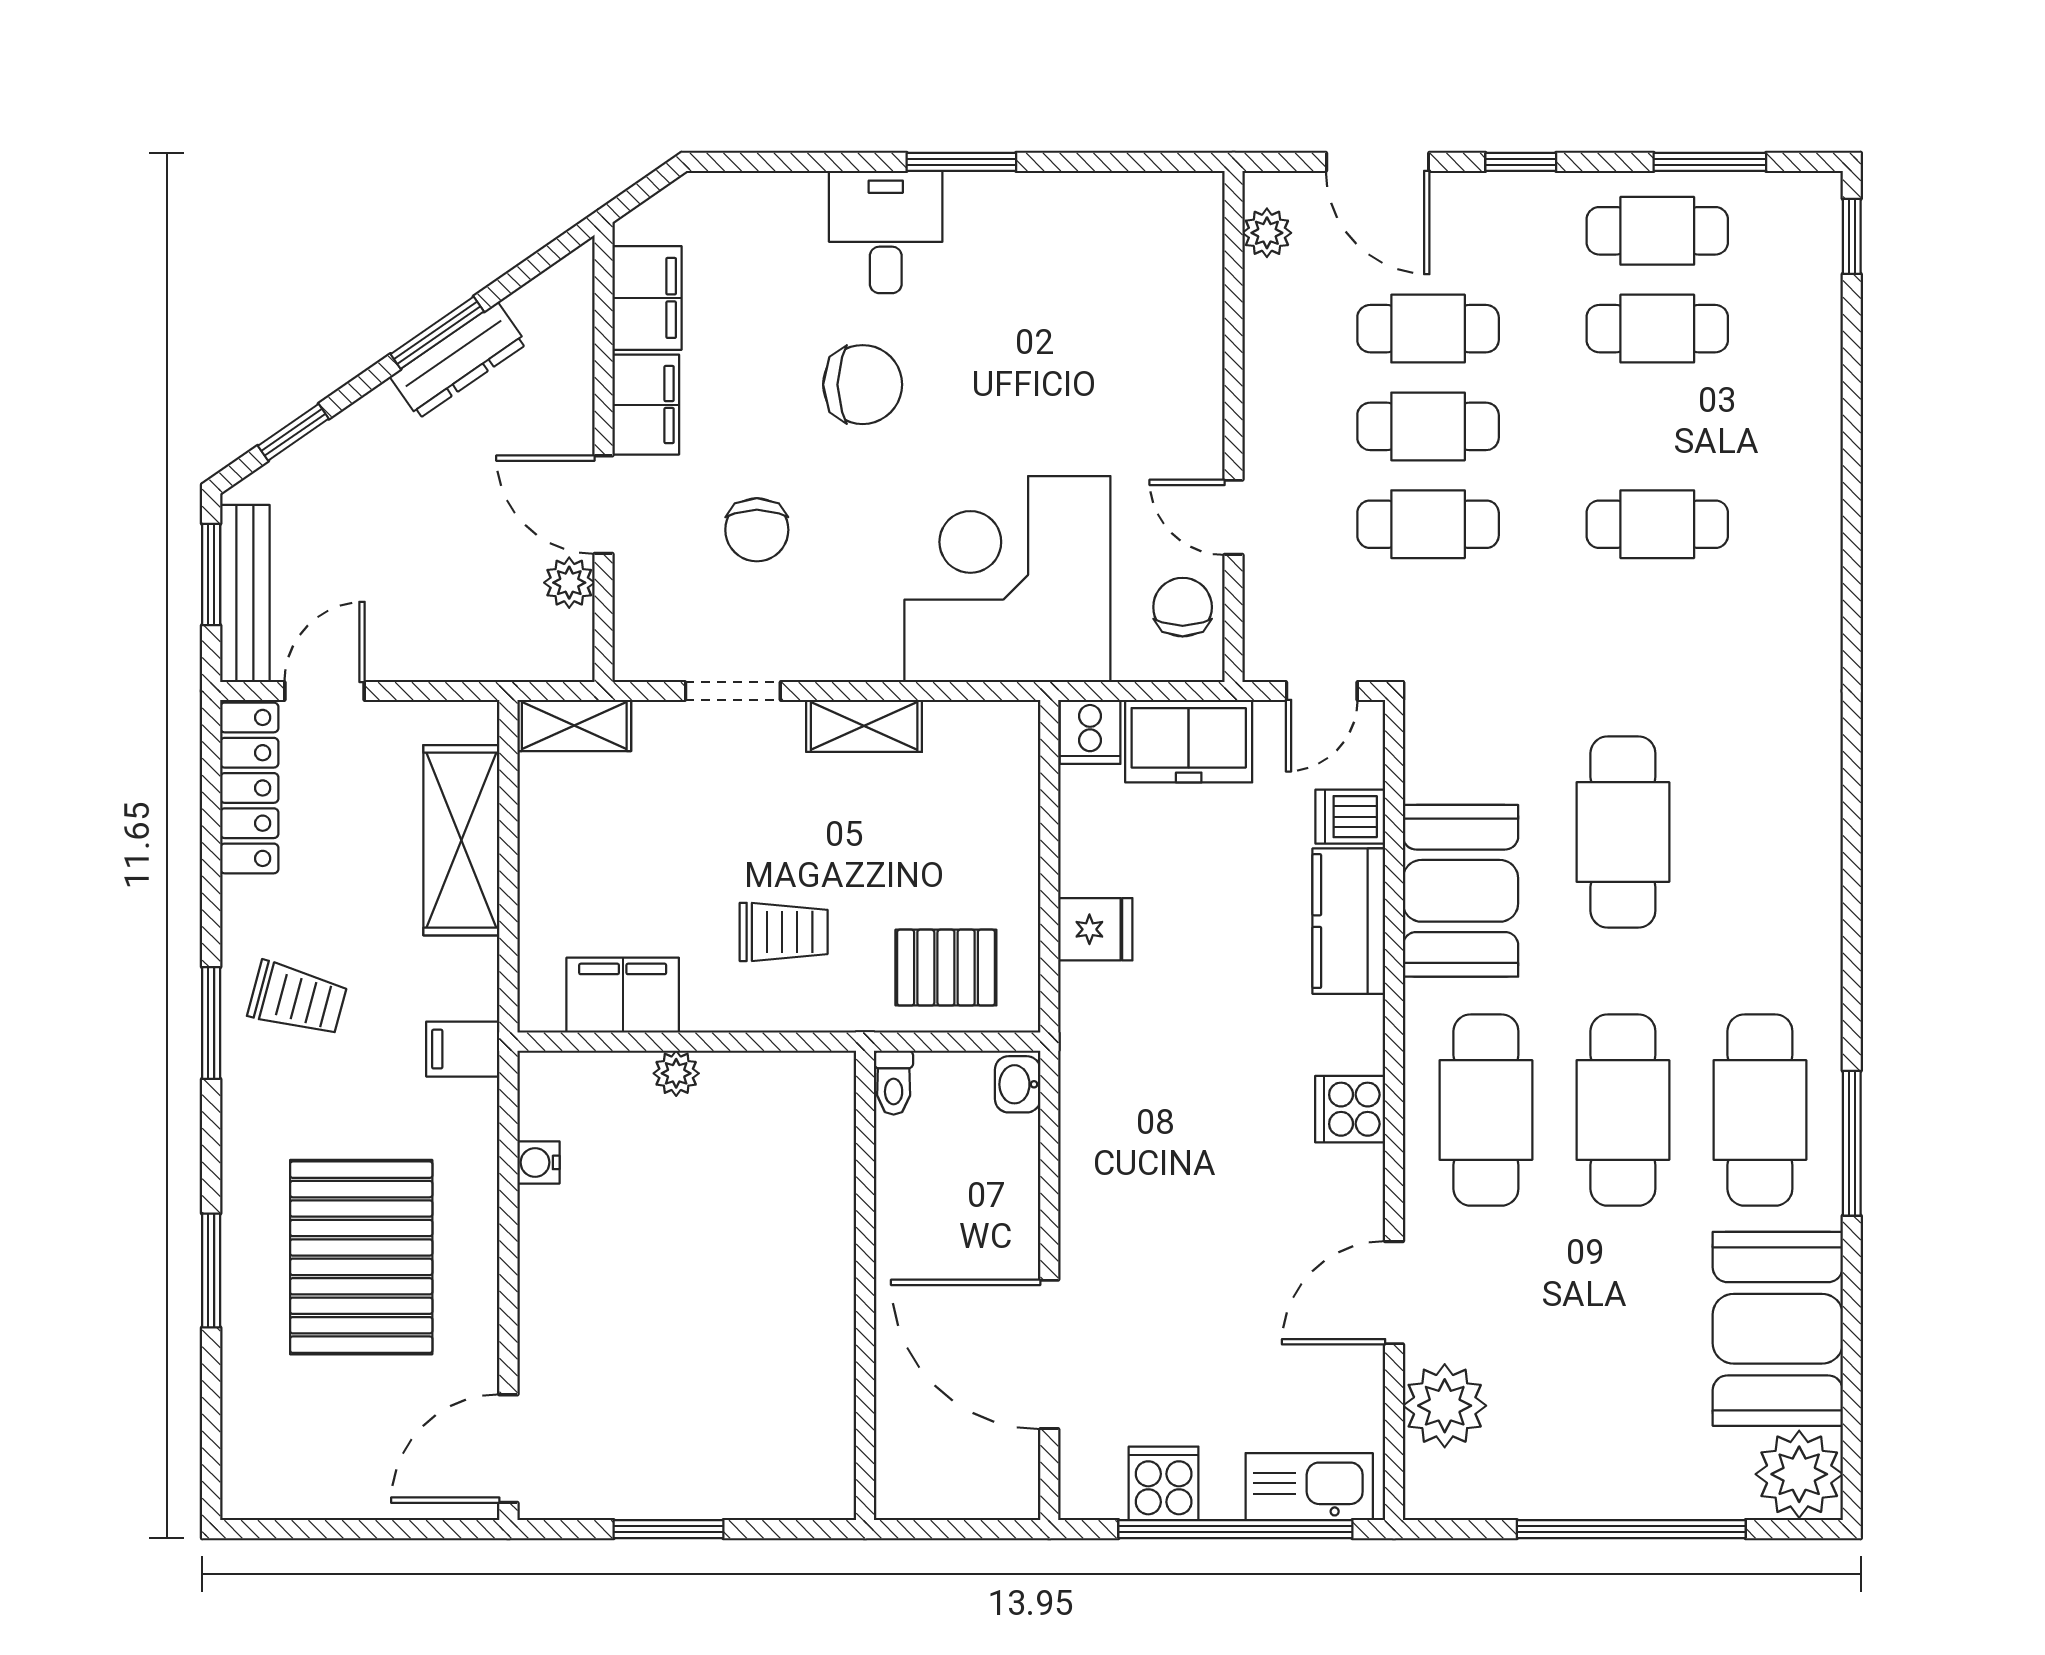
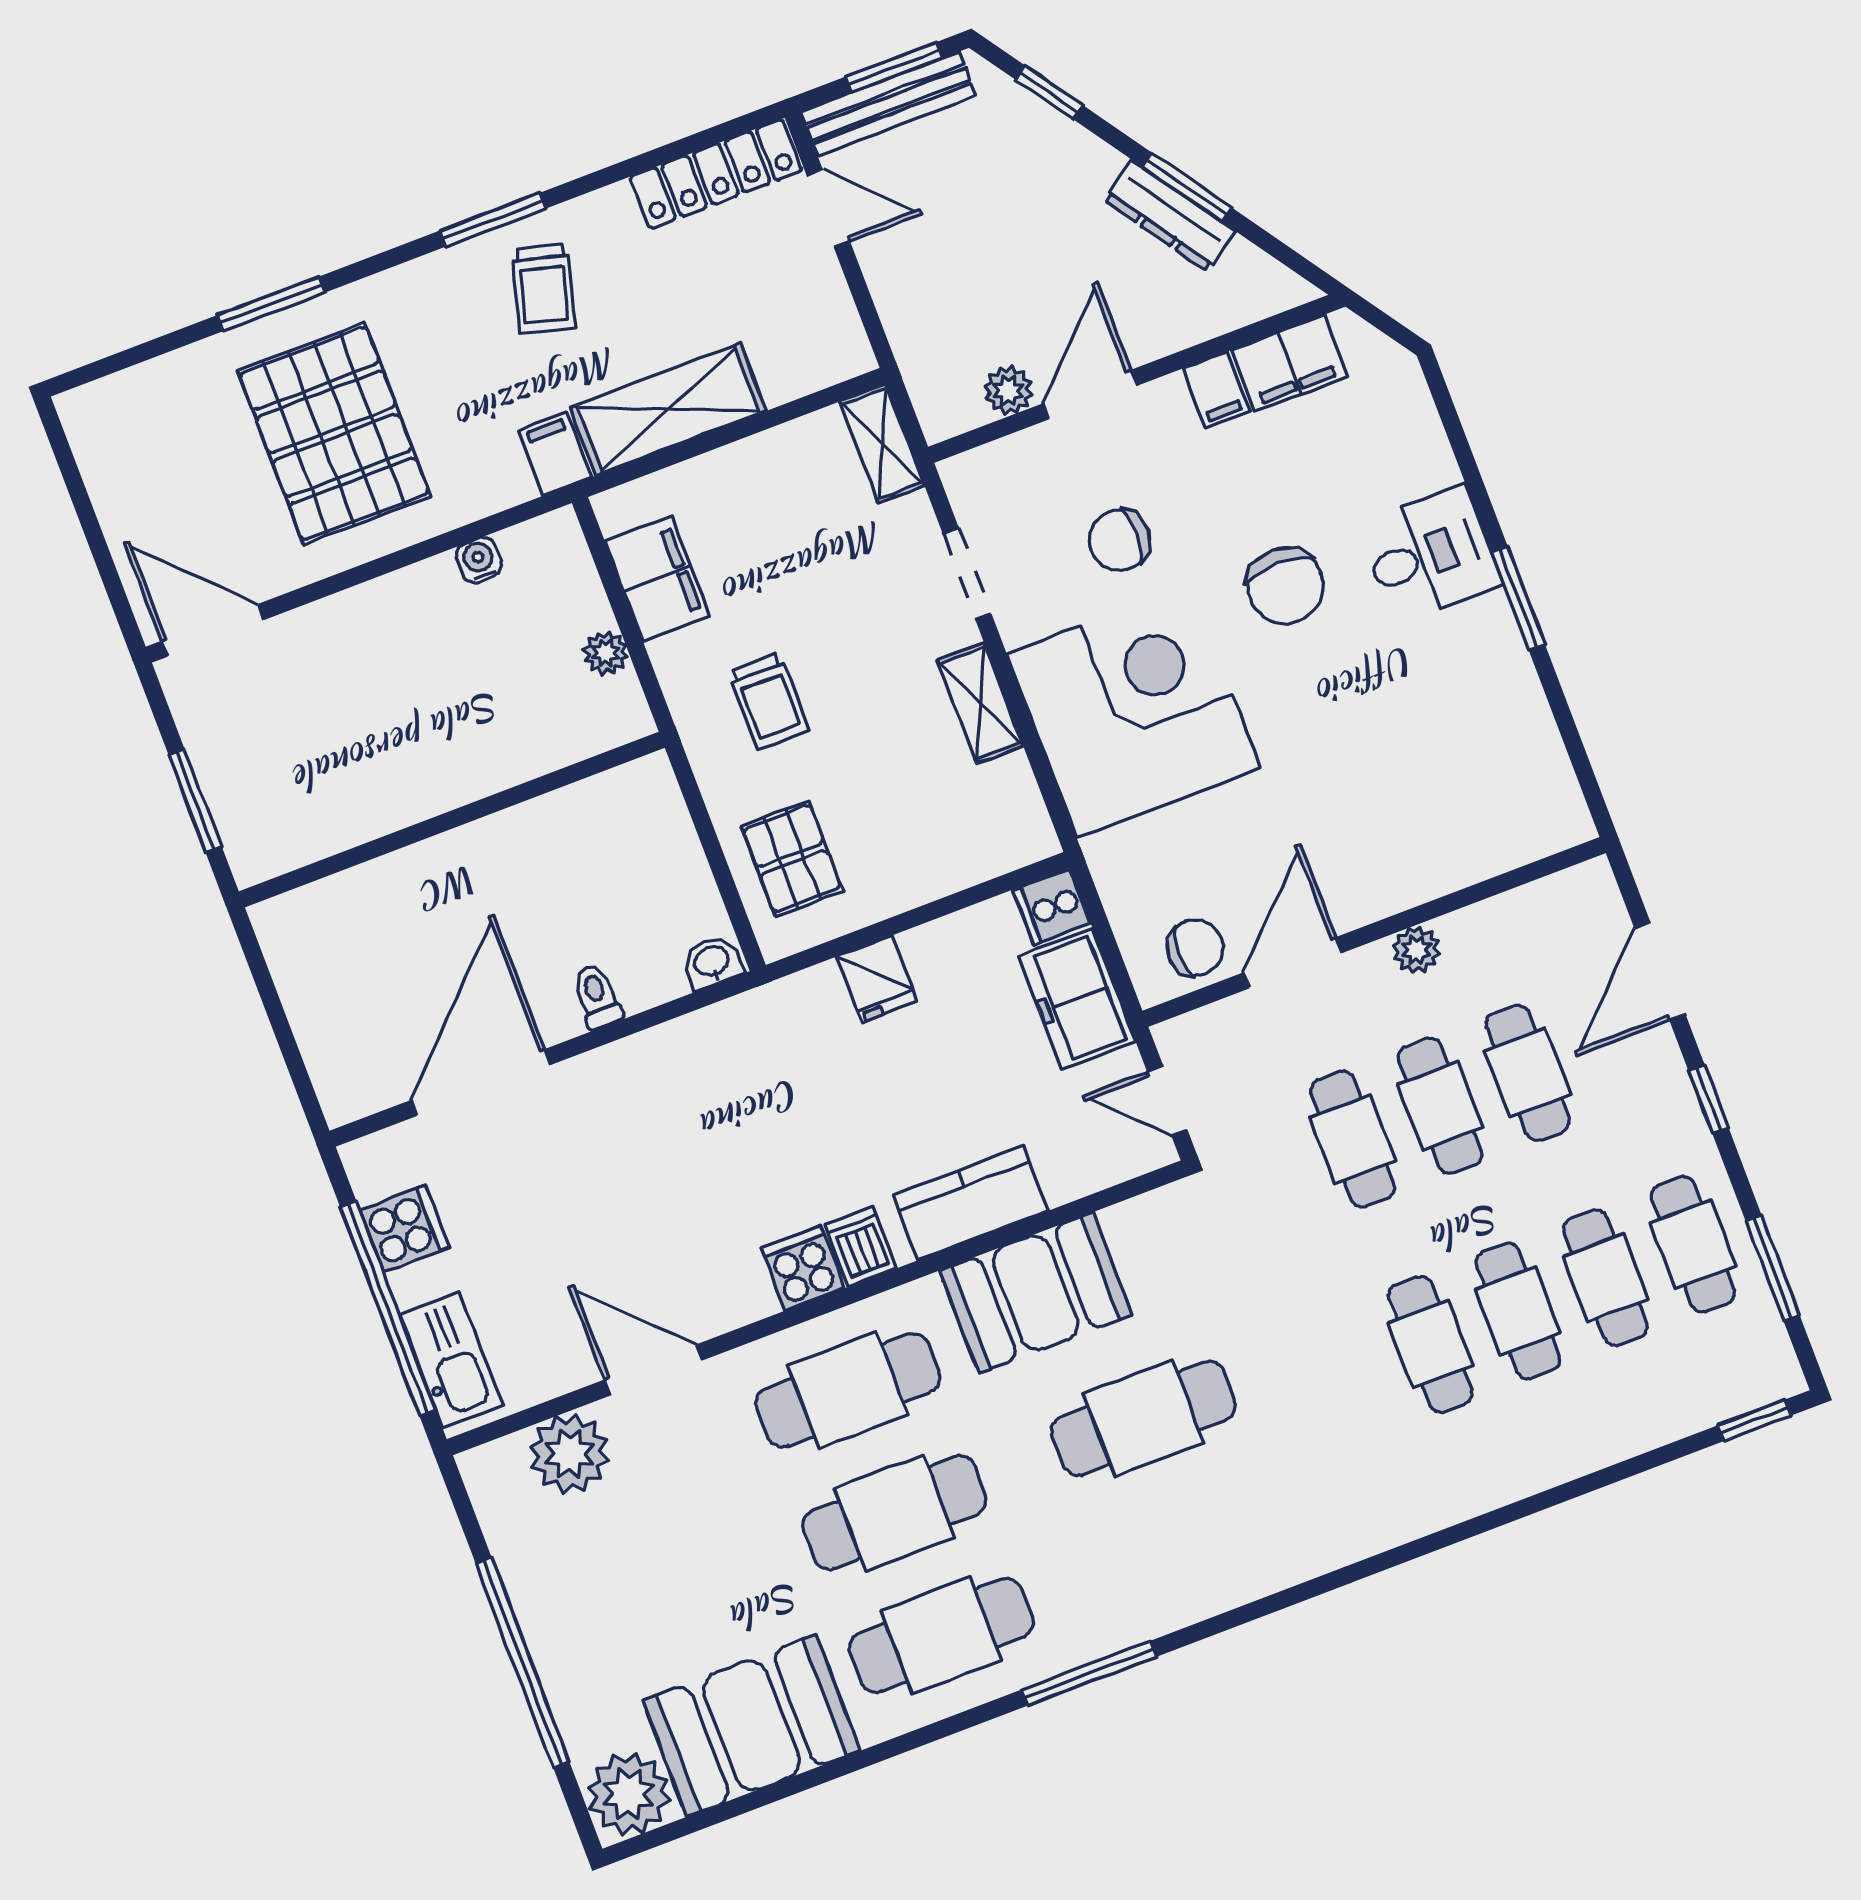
plant: (1267, 233) -> (1416, 950), moved
filing cabinet: (646, 405) -> (1216, 390), width x0.50
cafe table: (1657, 426) -> (1518, 1311), added
door: (1234, 517) -> (1293, 963), width x1.38
corner desk: (1007, 579) -> (1134, 711), moved
dishwasher: (1350, 817) -> (861, 1246), moved
shelving: (461, 840) -> (668, 409), moved
toilet: (894, 1083) -> (597, 996), moved, turned 90
window: (1852, 1143) -> (1089, 1673), moved
pallet: (361, 1257) -> (334, 434), turned 90
wall: (865, 1285) -> (452, 820), moved

